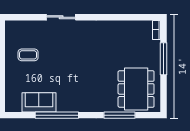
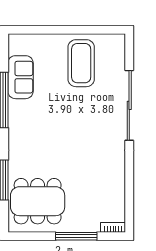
sliding door: (61, 17) -> (129, 105), width x1.86
coffee table: (28, 55) -> (81, 63), width x1.86, depth x1.72

